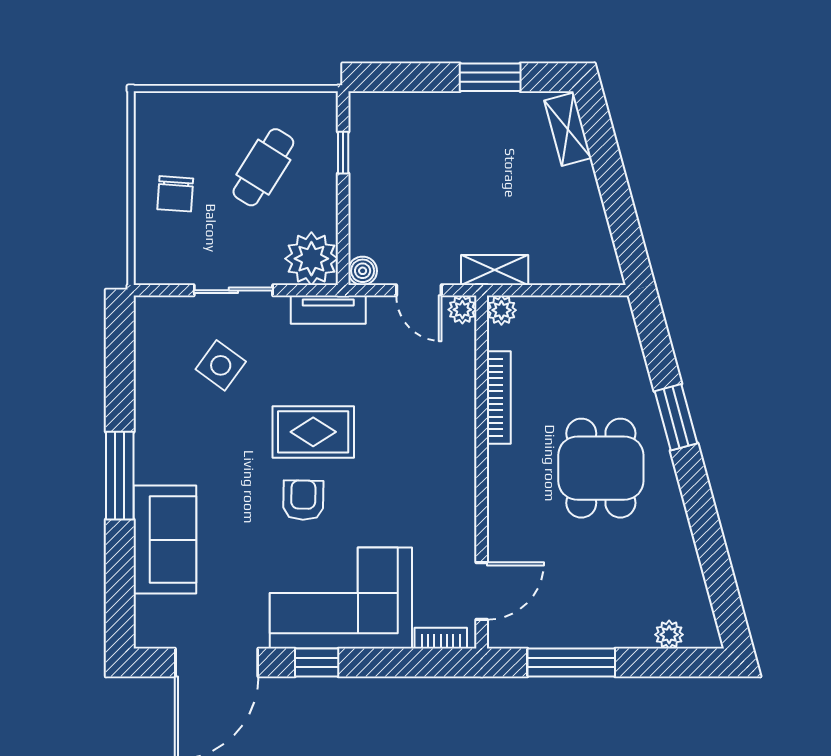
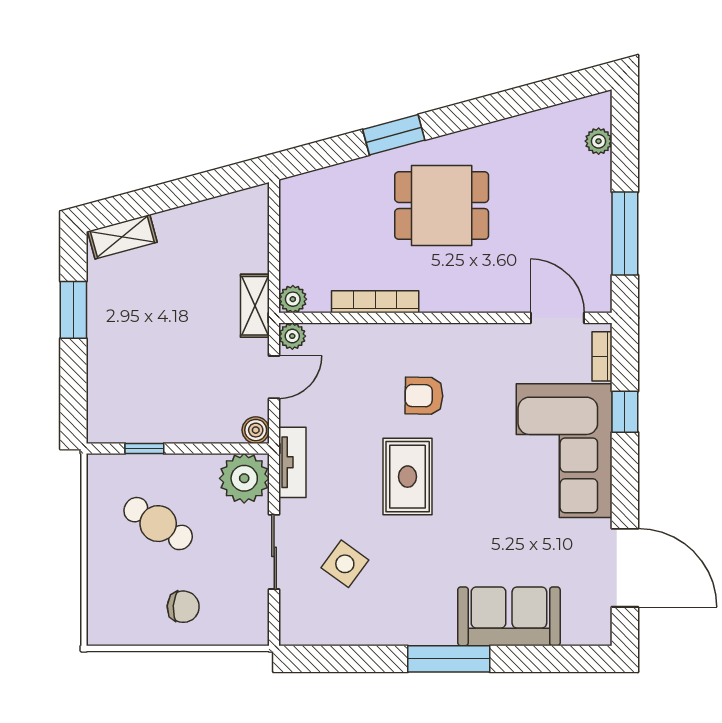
armchair: (303, 500) -> (424, 396), moved
window: (317, 663) -> (625, 412), moved

